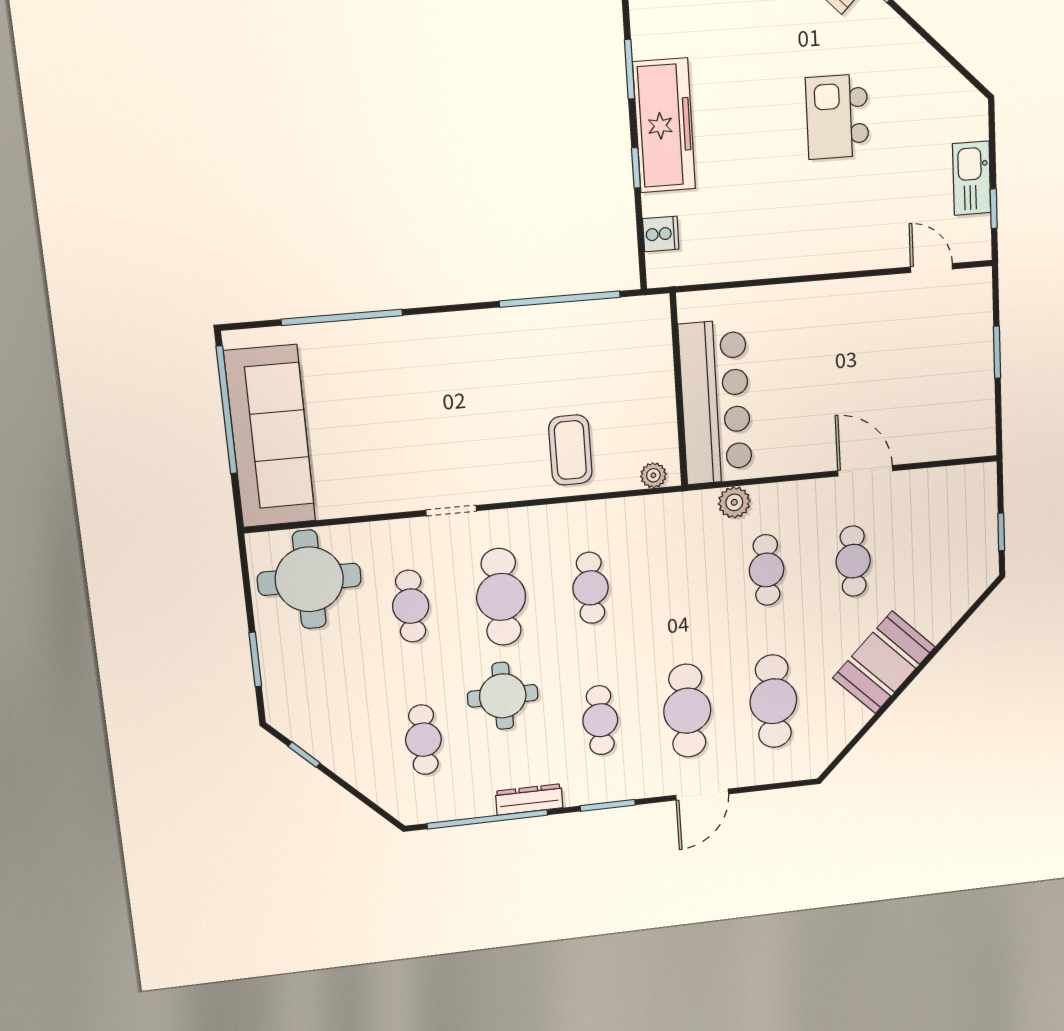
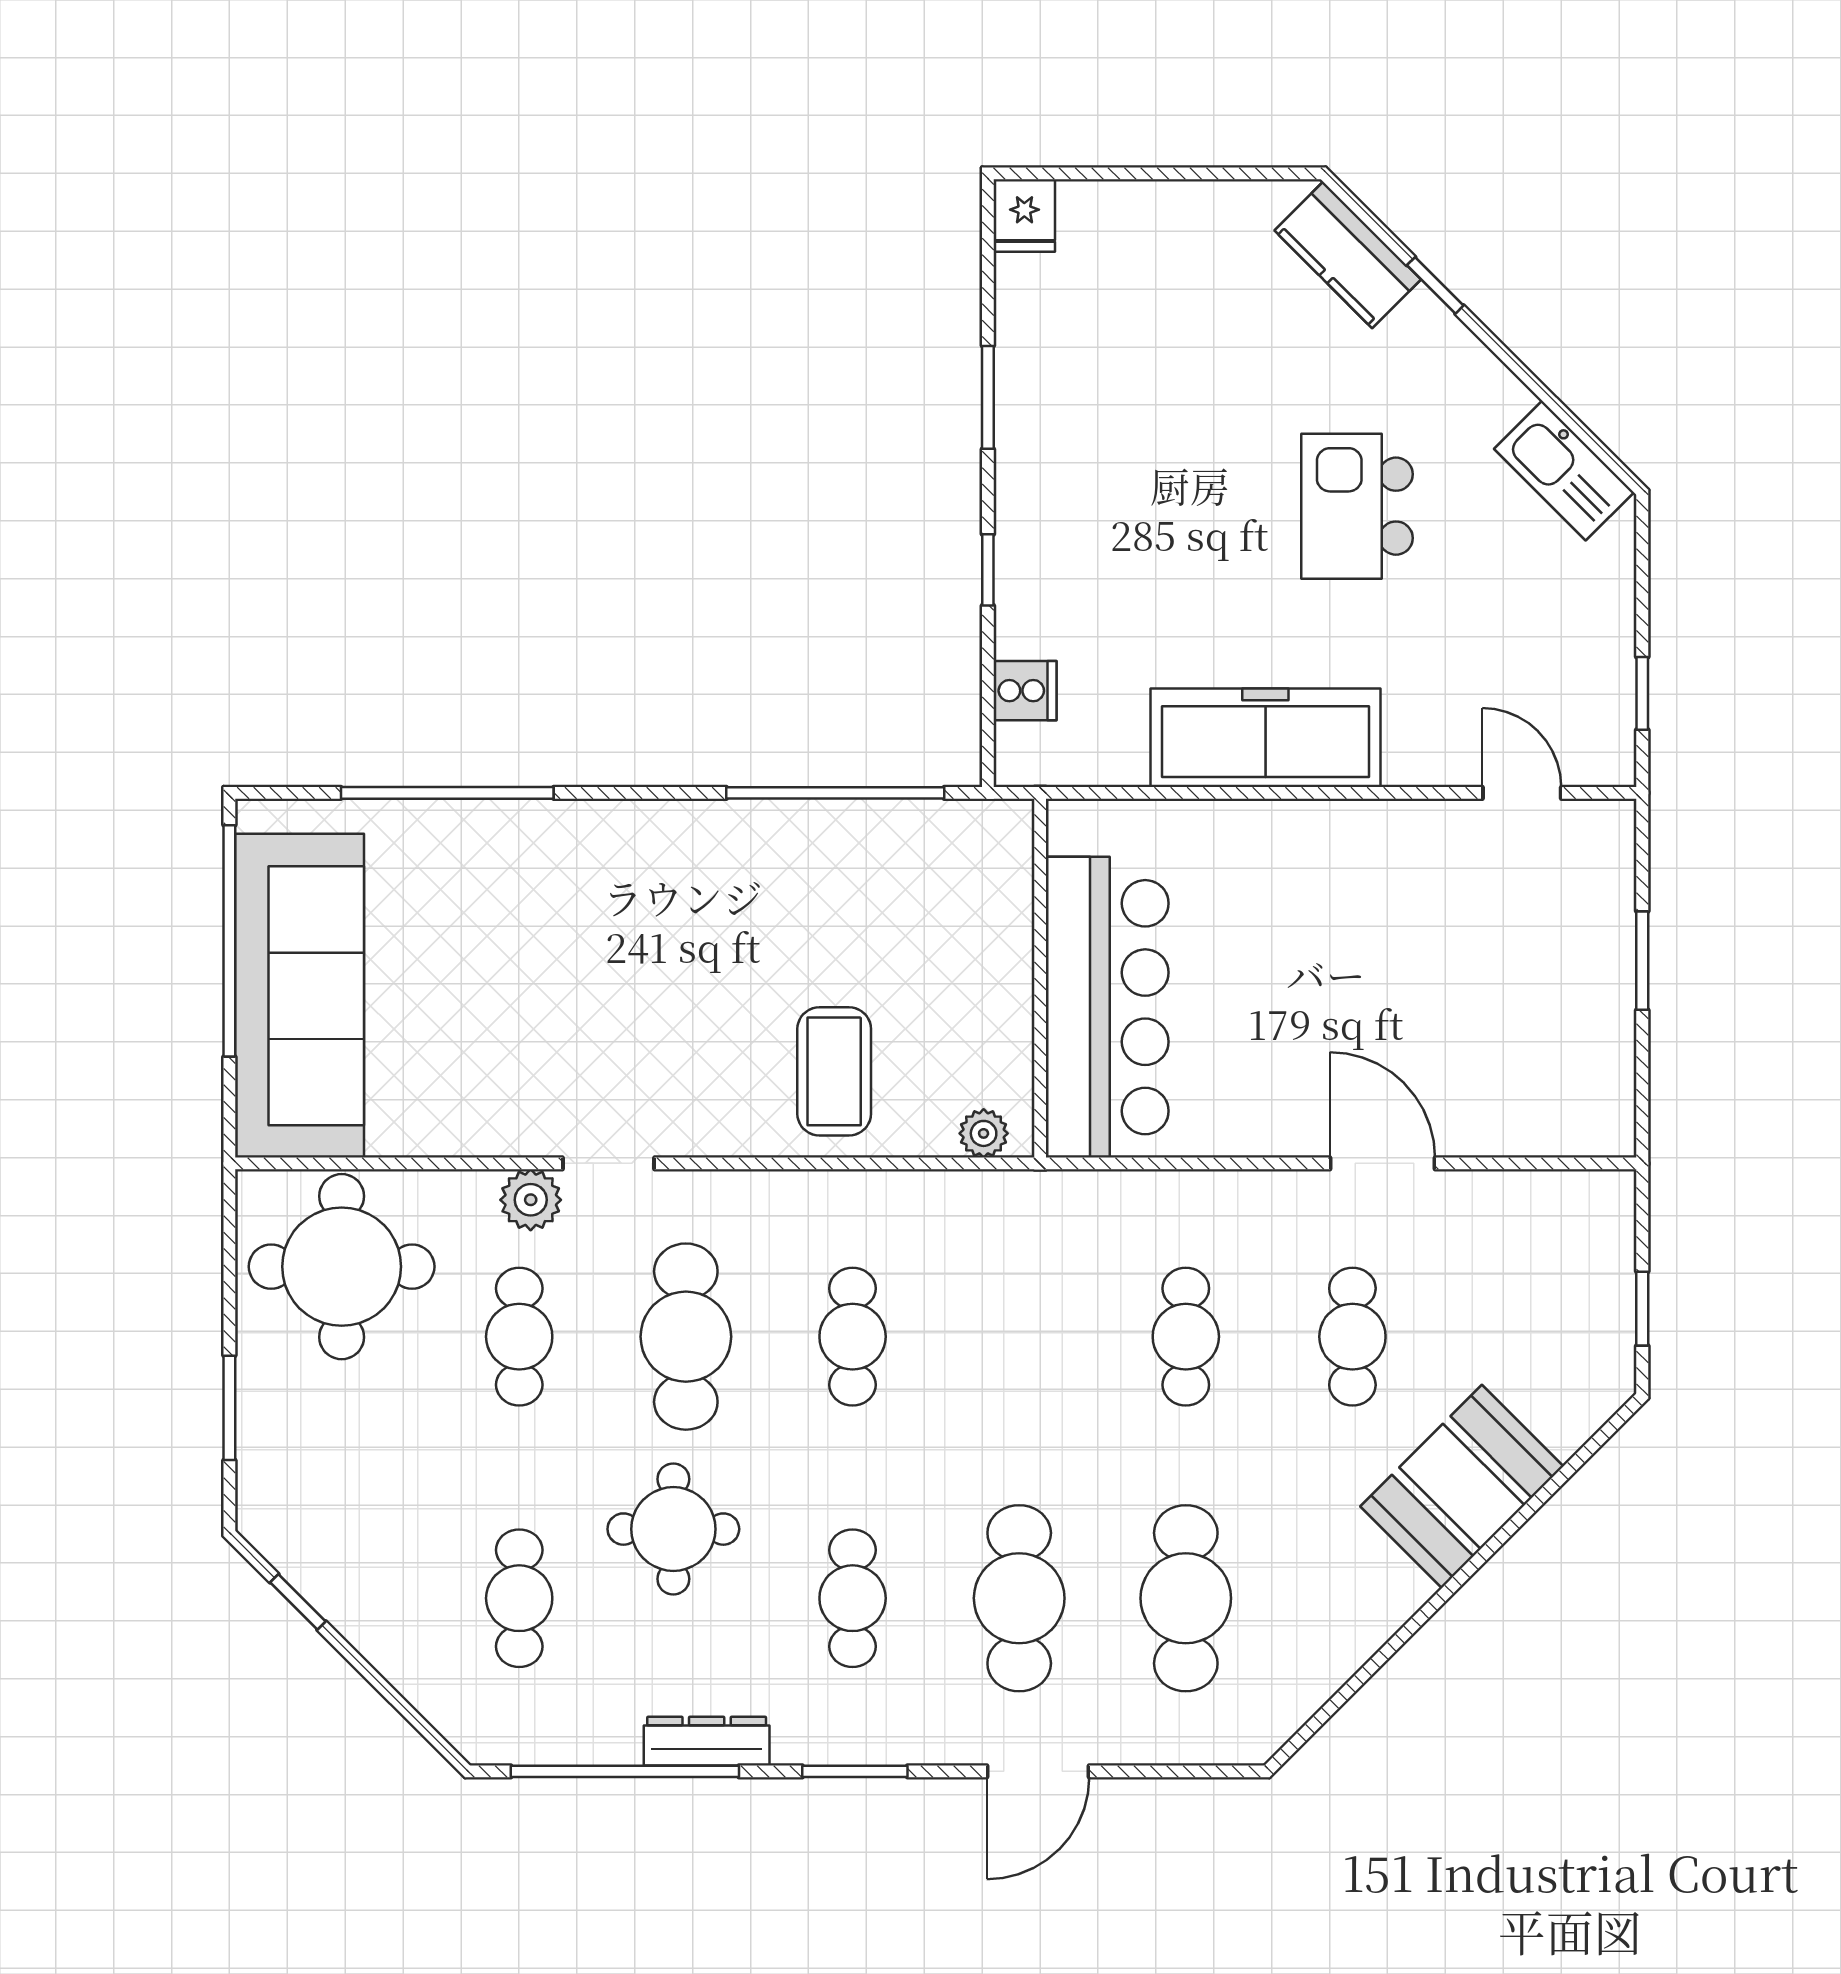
freezer: (664, 126) -> (1265, 738), moved, turned -90
kitchen sink: (972, 178) -> (1564, 471), moved, turned -45
plant: (734, 502) -> (531, 1200), moved
booth: (884, 662) -> (1462, 1486), moved

